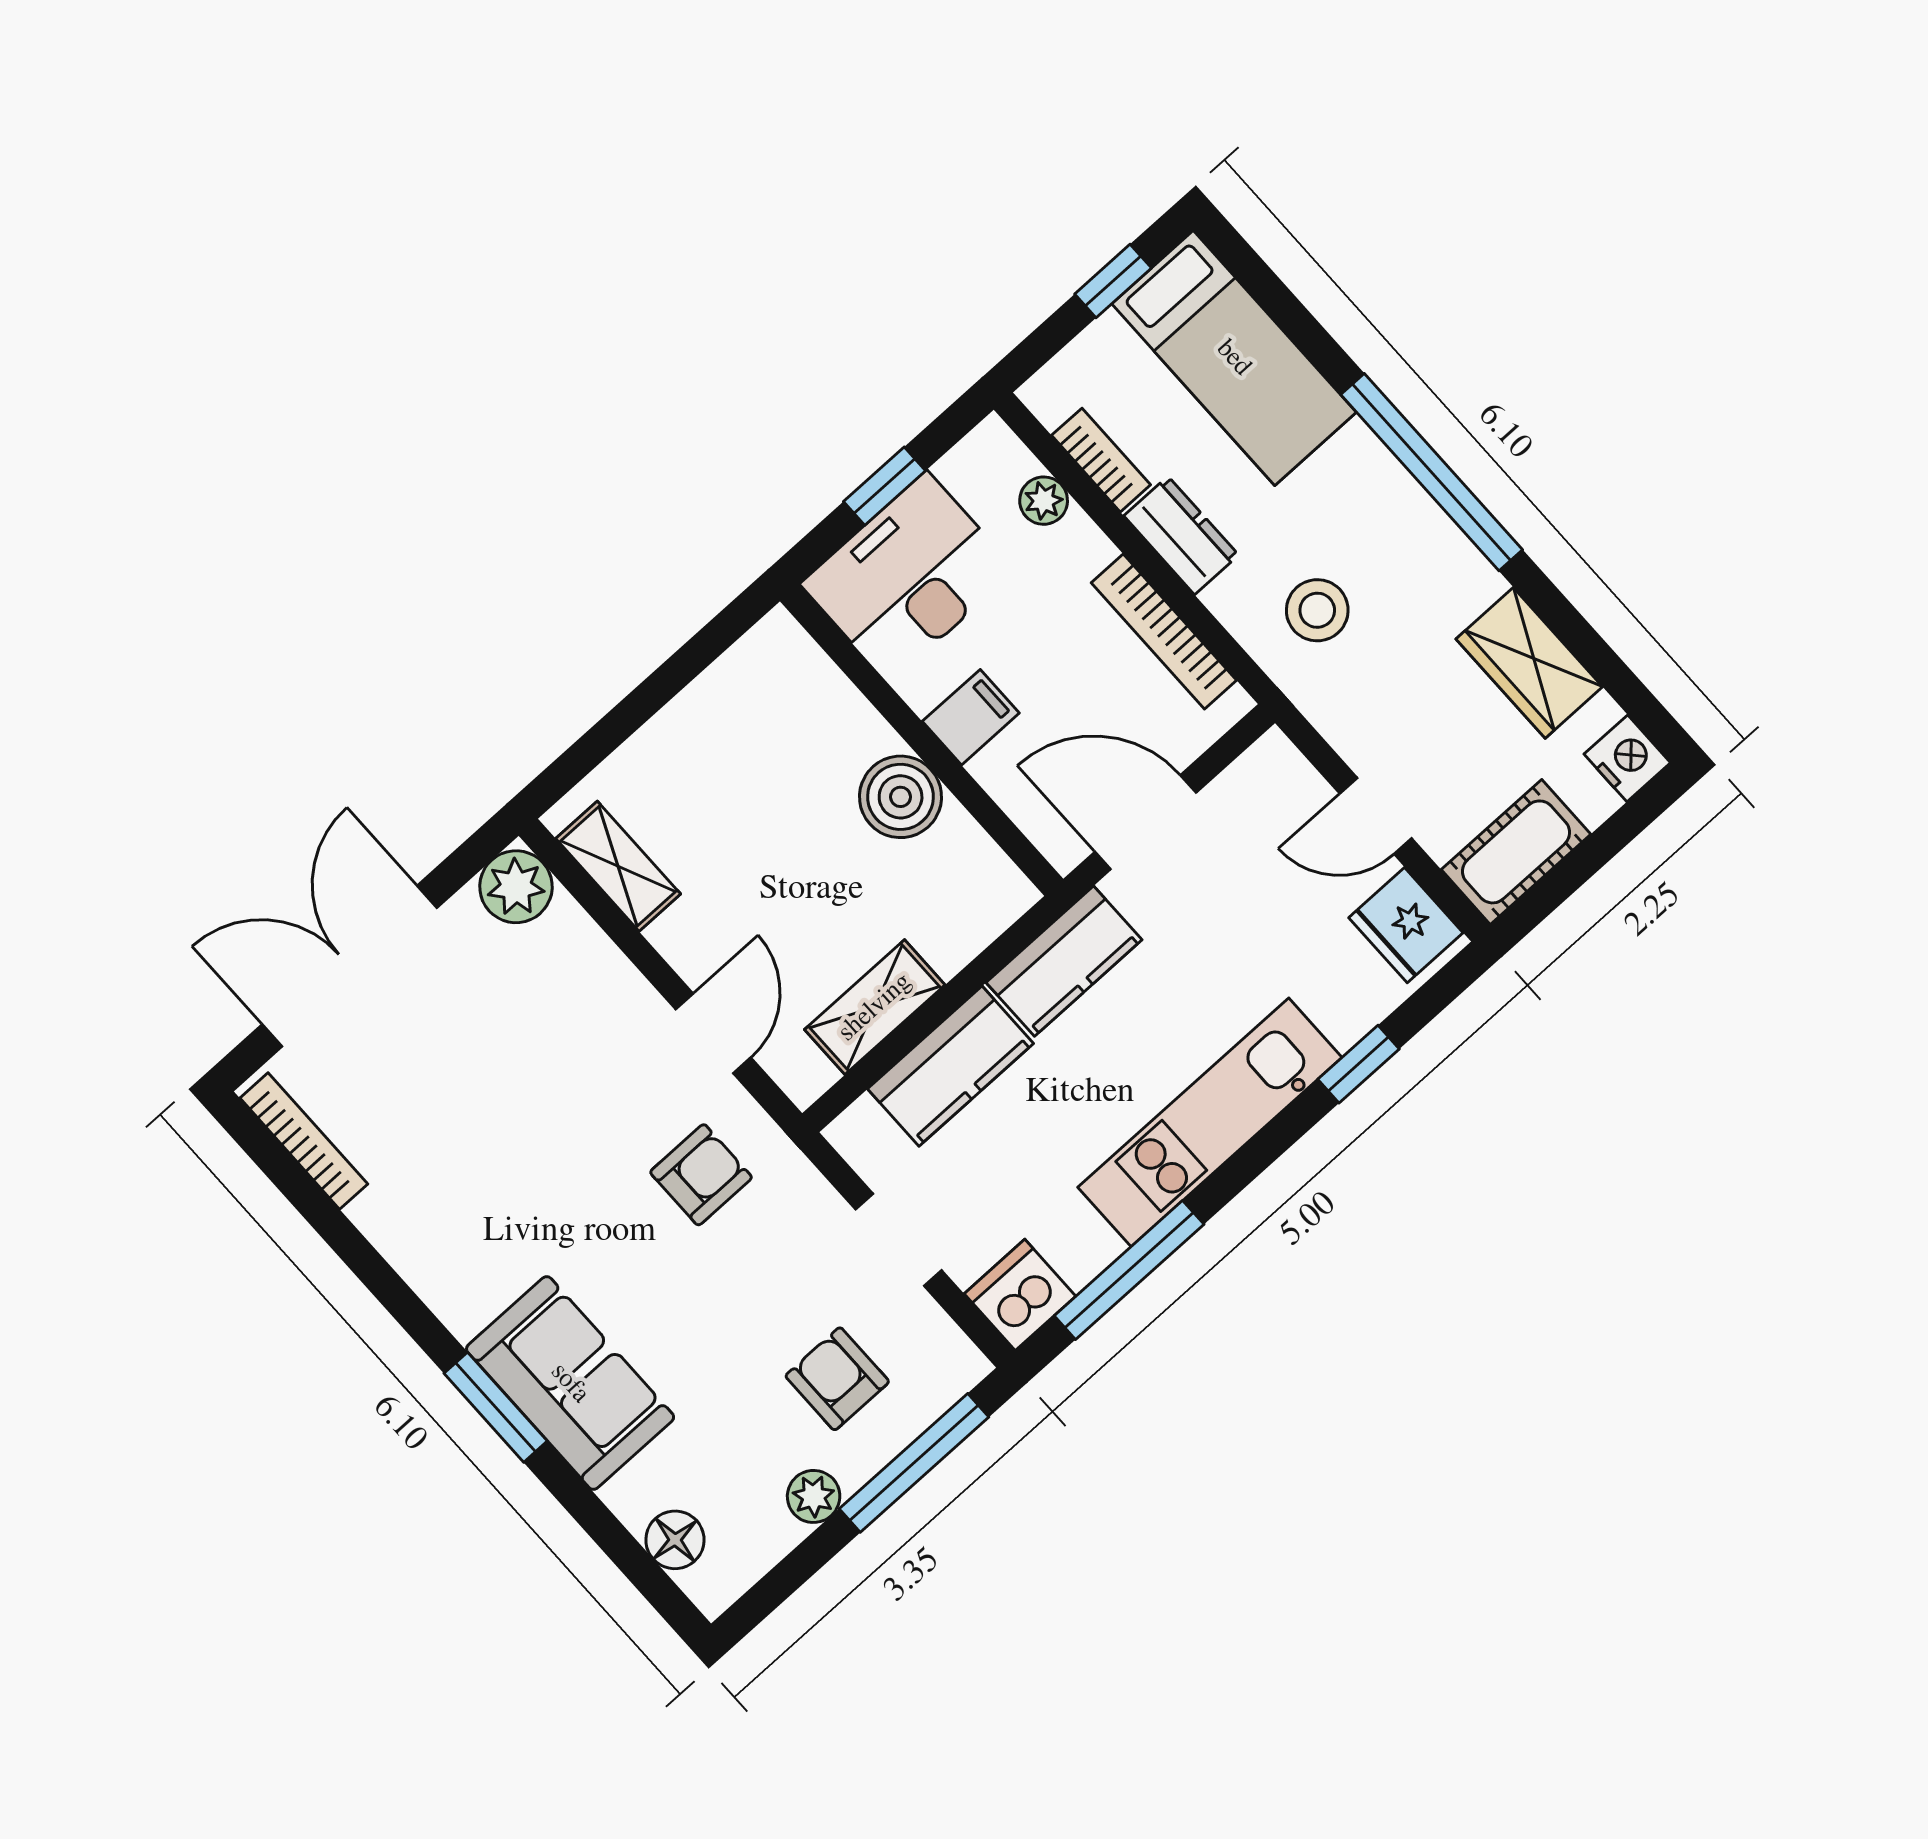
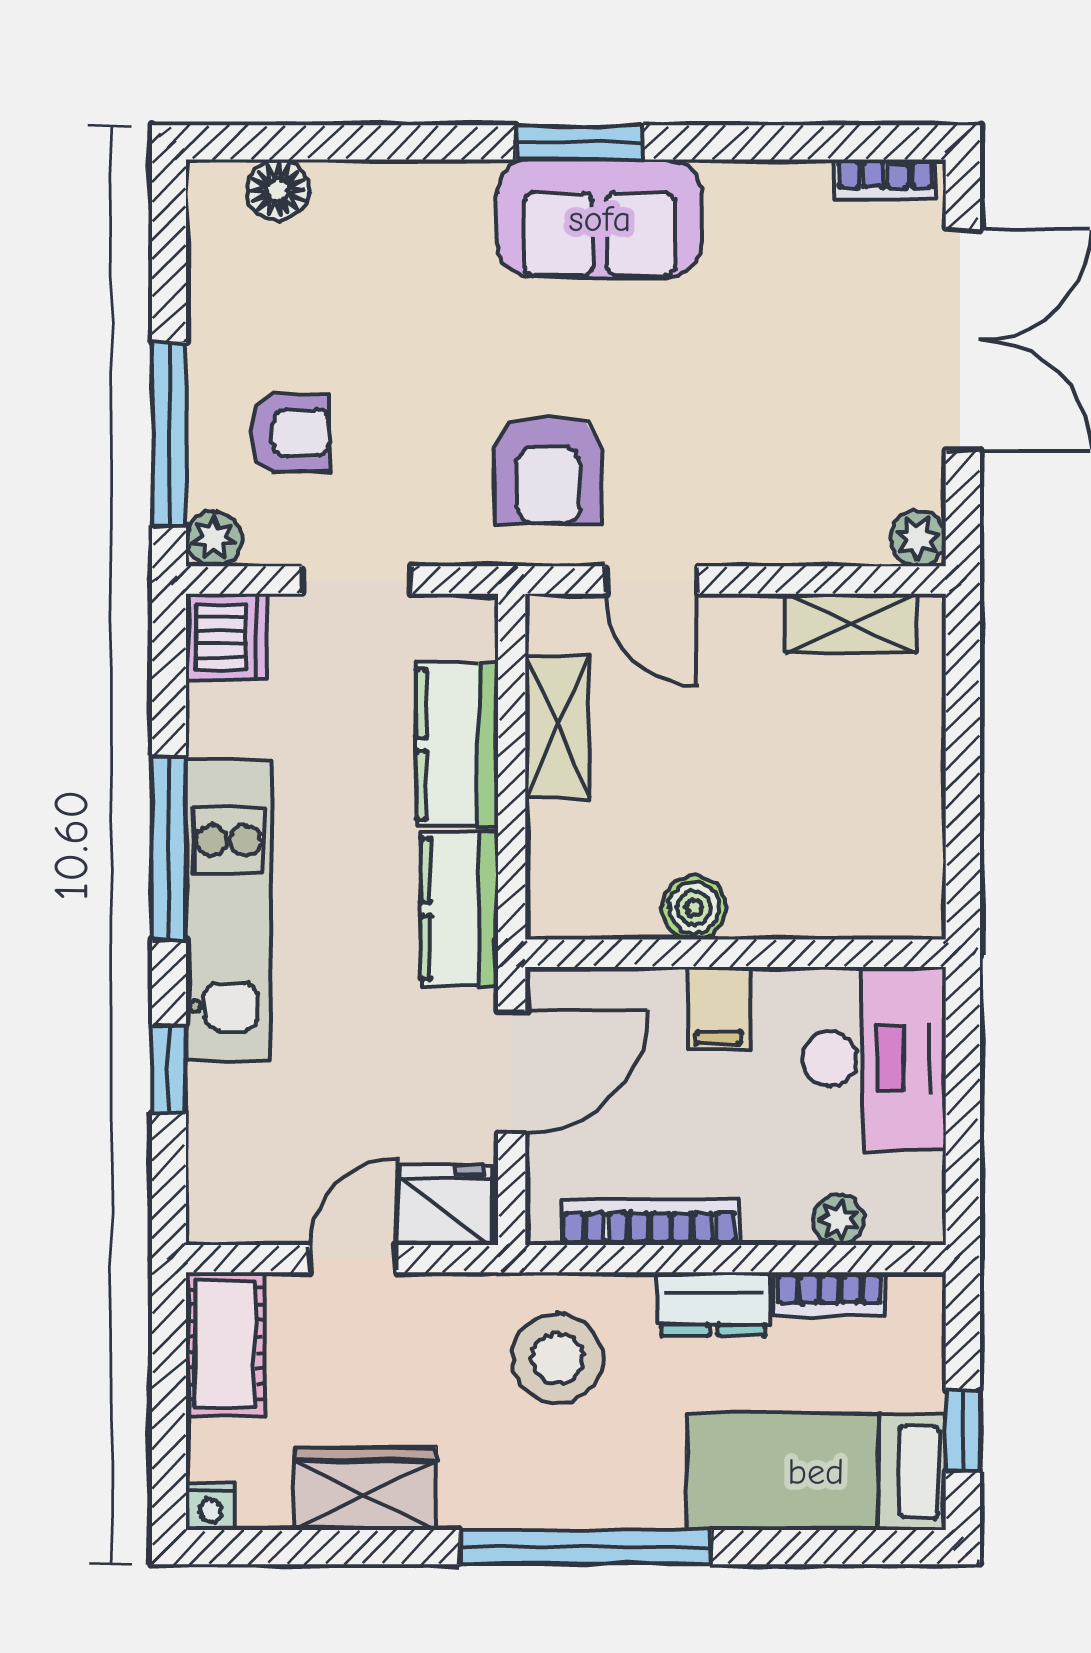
window: (884, 486) -> (963, 1104), removed
stool: (1317, 610) -> (557, 1358), width x1.38, depth x1.38
nightstand: (1627, 758) -> (211, 1507), width x0.72, depth x0.74
boiler: (901, 797) -> (694, 908), width x0.73, depth x0.73
plant: (516, 887) -> (918, 539), width x0.73, depth x0.73
fridge: (1406, 925) -> (445, 1205), moved
bookcase: (304, 1141) -> (886, 180), width x0.64
armchair: (701, 1175) -> (548, 470), width x1.38, depth x1.38
window: (1129, 1270) -> (169, 848), moved
sofa: (570, 1383) -> (600, 219), moved
window: (496, 1407) -> (579, 142), moved
plant: (814, 1496) -> (214, 539), moved

